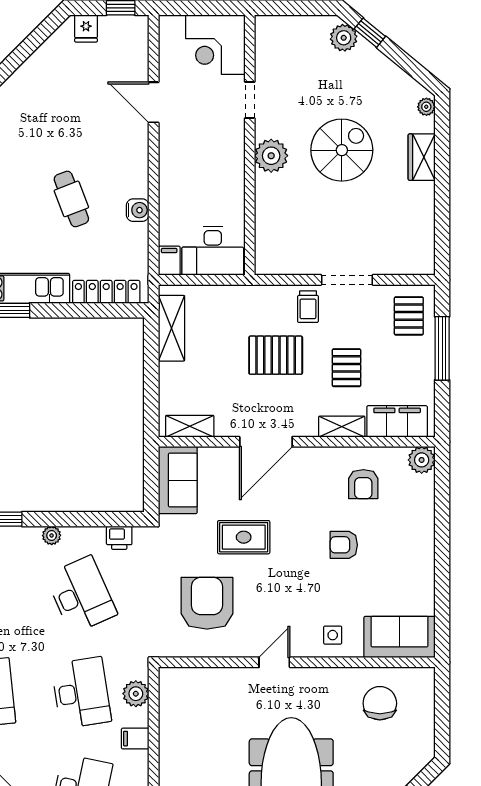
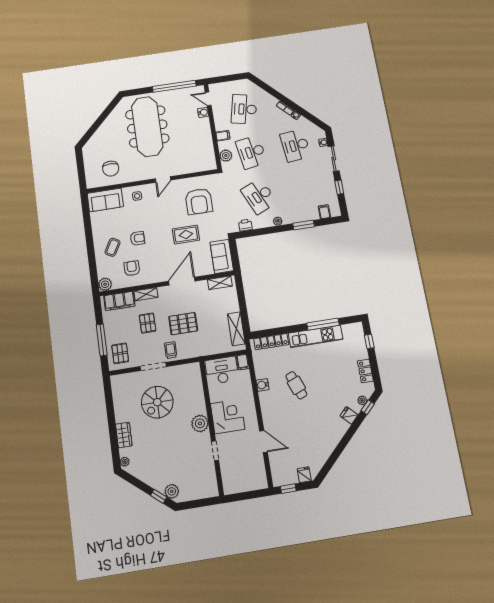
corner desk: (215, 45) -> (228, 416), moved
spiral stairs: (342, 150) -> (157, 402), moved
coffee table: (397, 534) -> (113, 247), added

